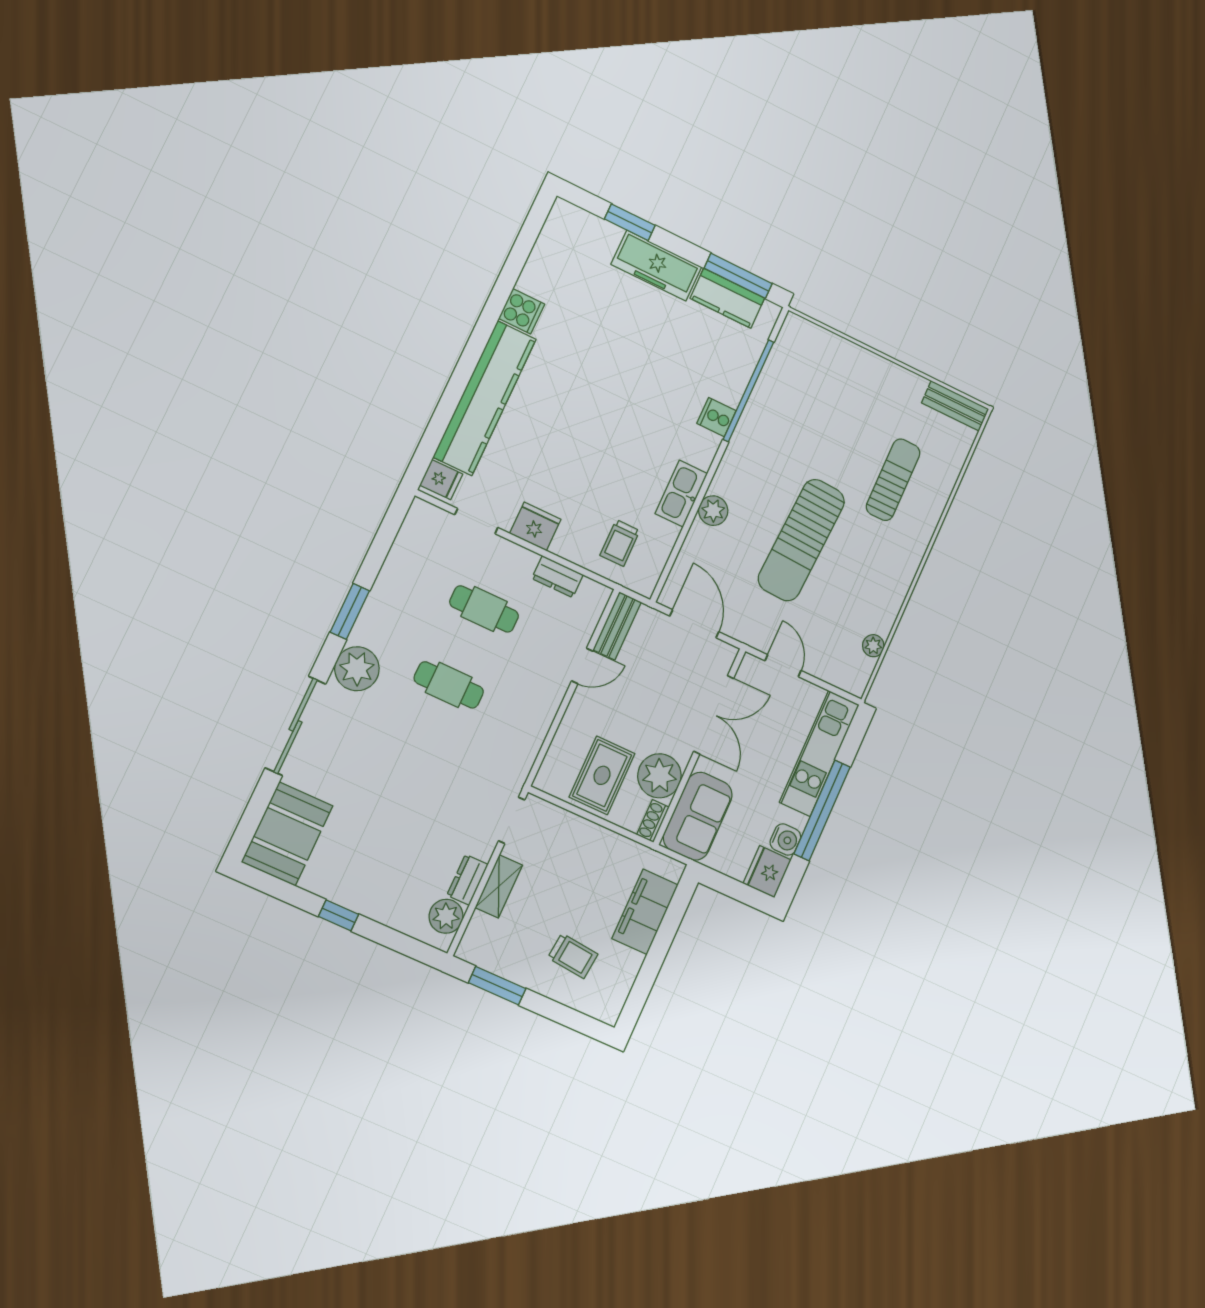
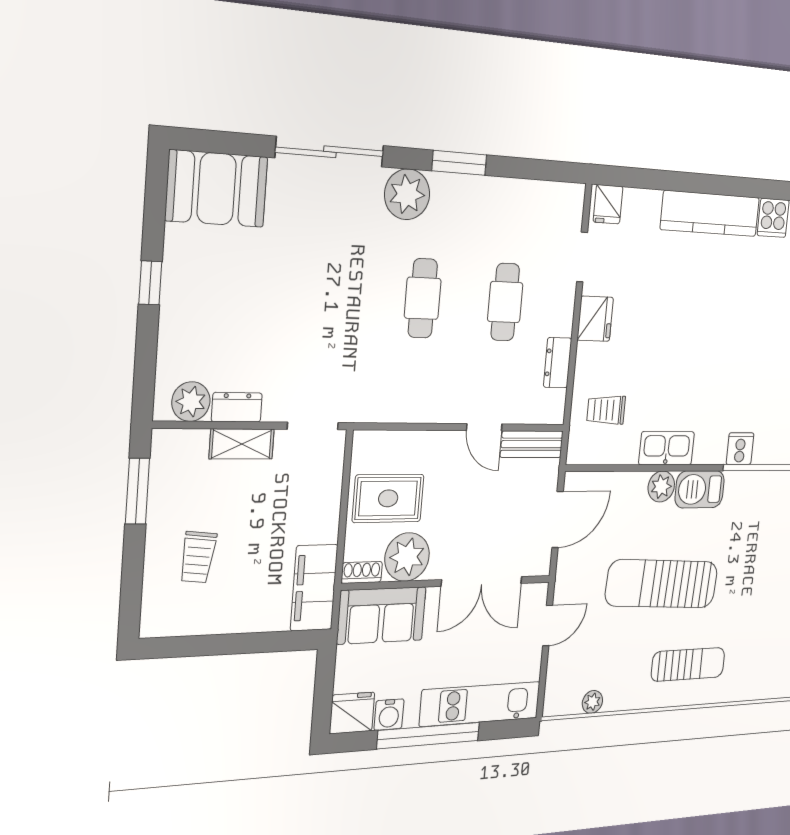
kitchen counter: (485, 398) -> (710, 214), width x0.72, depth x0.86
barbecue: (734, 472) -> (700, 489), added
sun lounger: (893, 480) -> (688, 664), moved
filing cabinet: (645, 912) -> (314, 588), moved, turned -90

